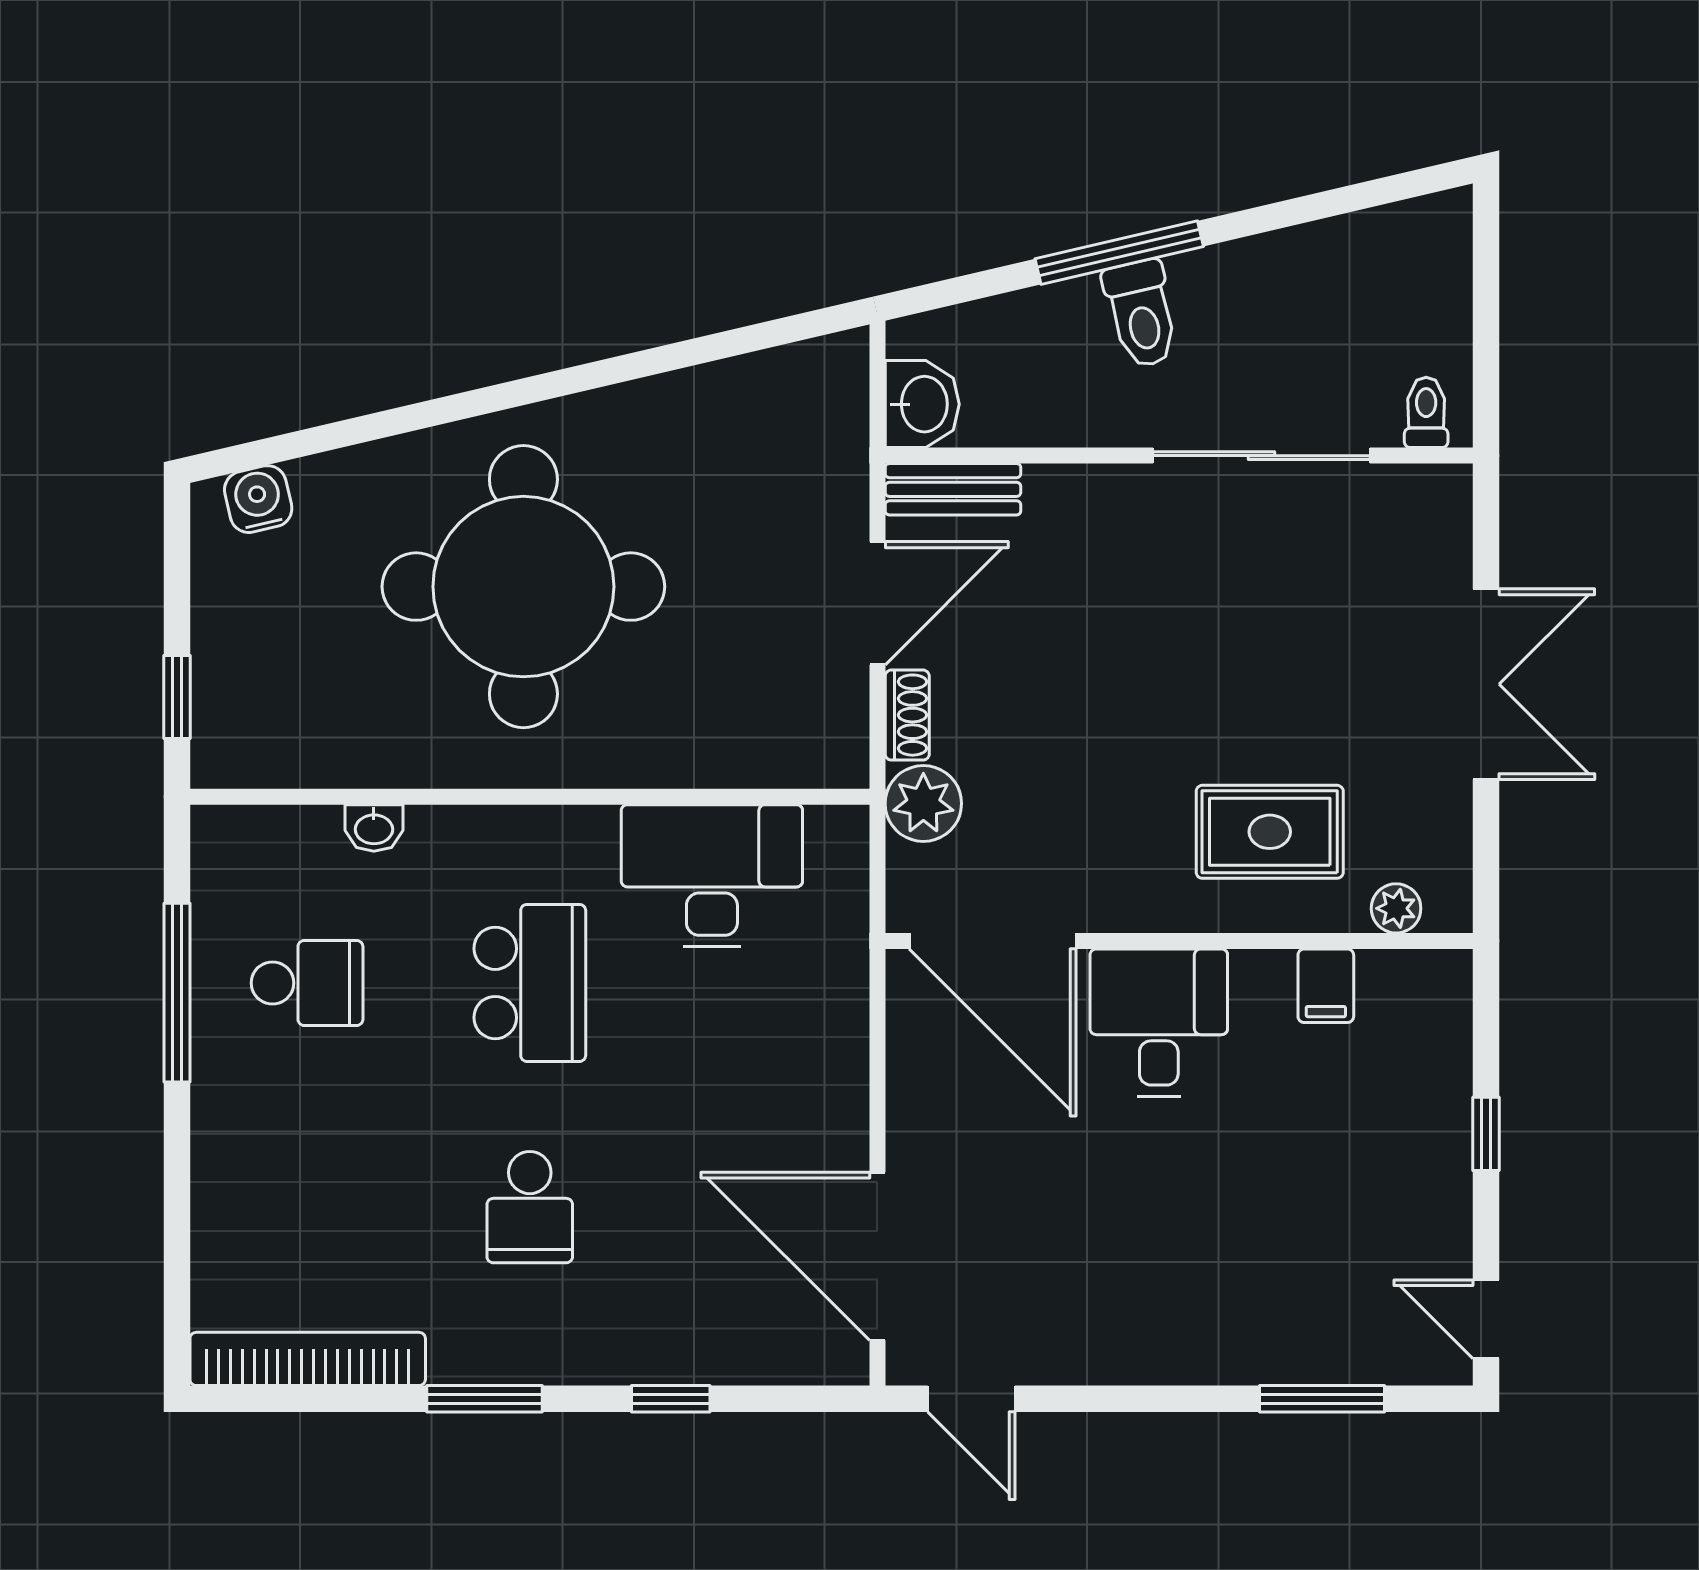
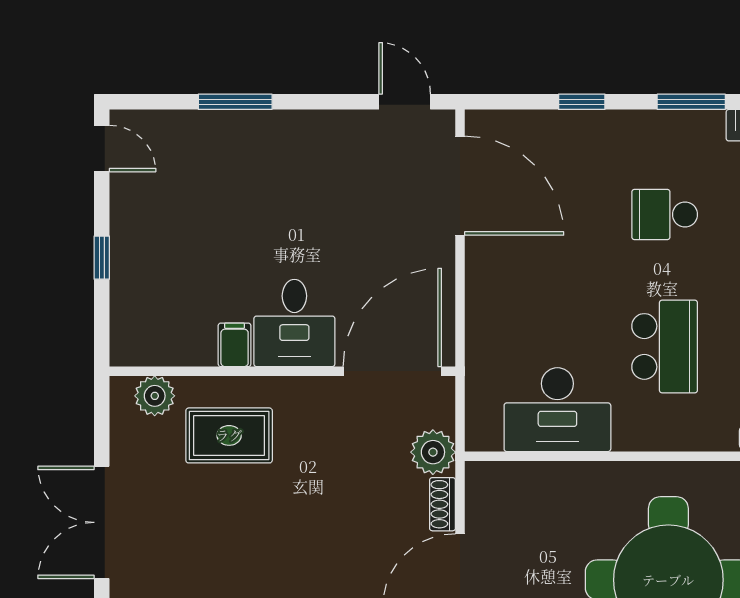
plant: (1396, 908) -> (155, 396), width x1.38, depth x1.38
door: (993, 941) -> (392, 371), hinge flipped
school desk: (530, 983) -> (665, 346), turned 180
filing cabinet: (1326, 986) -> (235, 345), moved
school desk: (530, 1207) -> (665, 215), turned -90
window: (1322, 1399) -> (235, 102), moved

